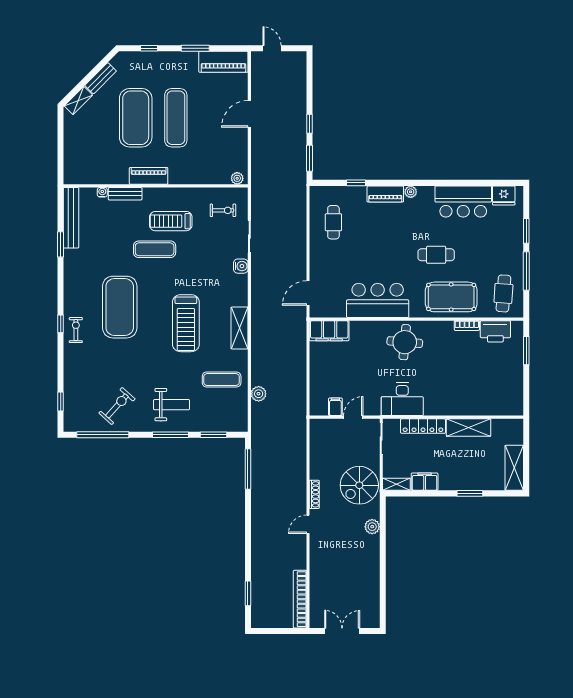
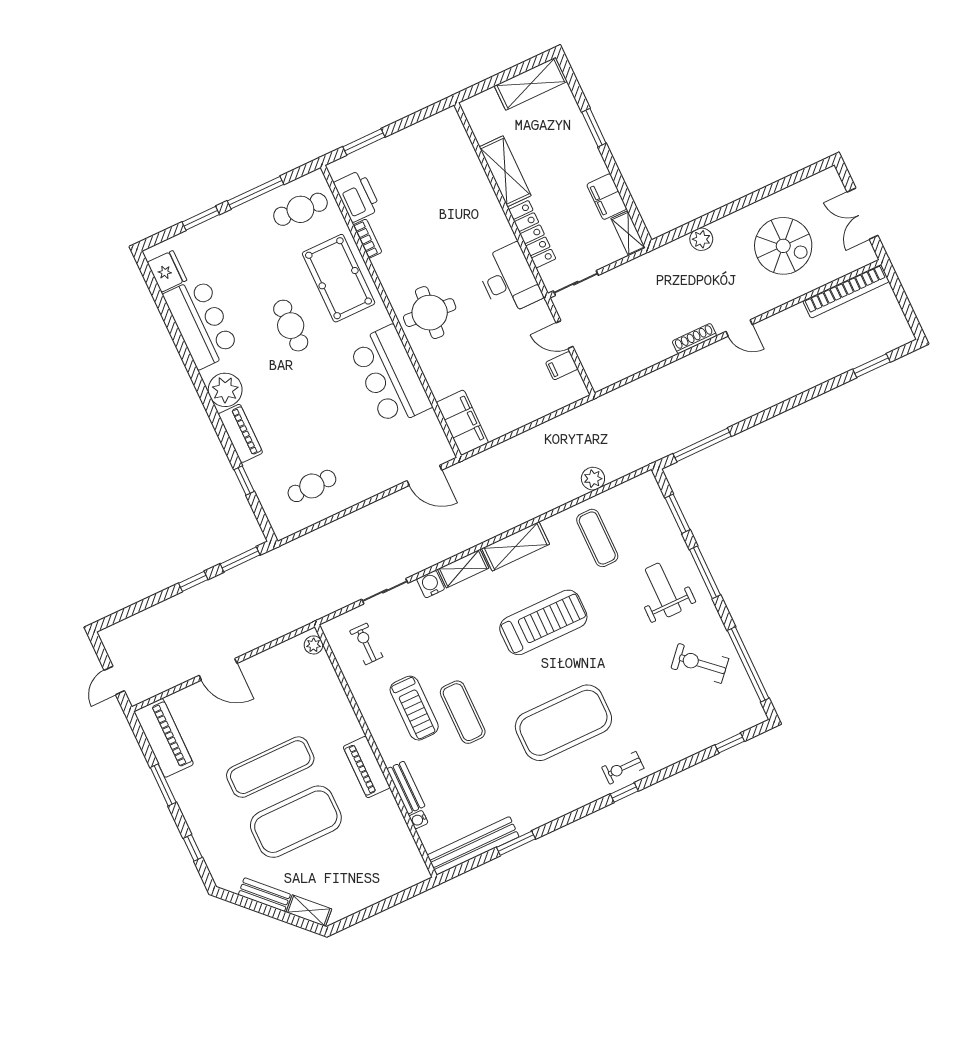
plant: (411, 192) -> (225, 390), width x1.88, depth x1.88
shelving: (241, 290) -> (463, 569), added
spiral stairs: (359, 485) -> (783, 246), moved

